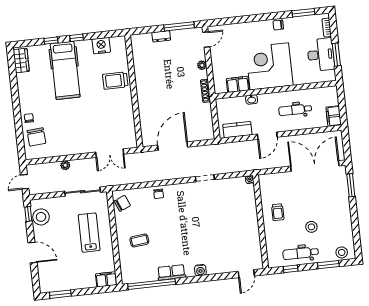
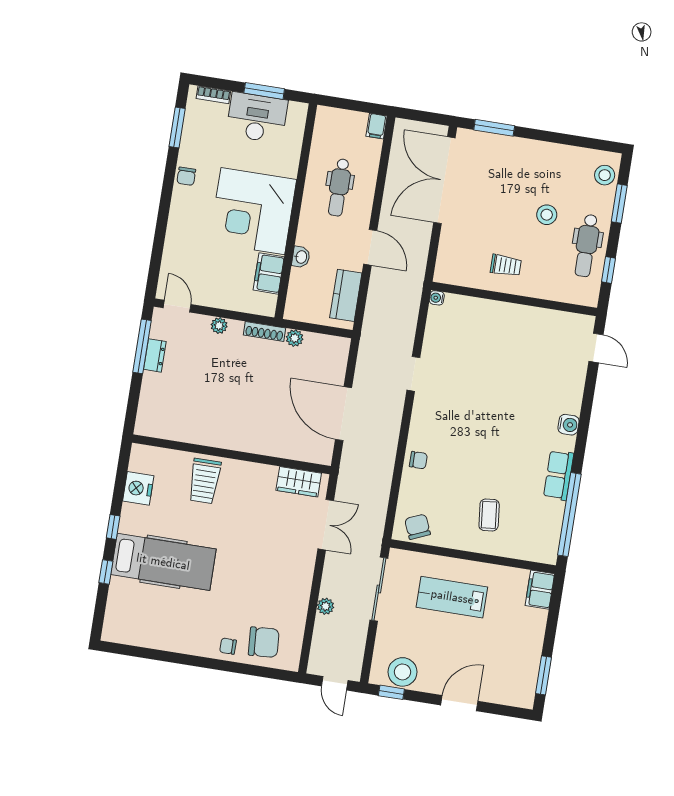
dresser: (161, 36) -> (155, 355), moved
wardrobe: (21, 61) -> (299, 482), moved, turned 180
plant: (206, 108) -> (295, 338), added
filing cabinet: (334, 116) -> (377, 126), width x0.50

